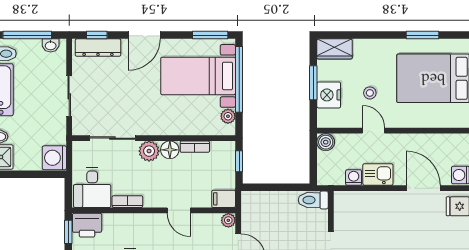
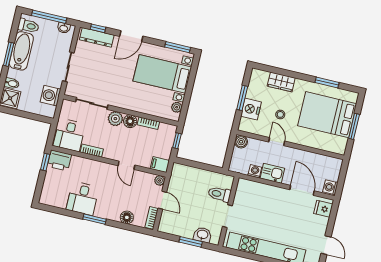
wardrobe: (335, 49) -> (281, 82), moved
window: (239, 79) -> (191, 83), removed
washing machine: (54, 158) -> (51, 96), moved
toilet: (313, 200) -> (219, 194), moved

